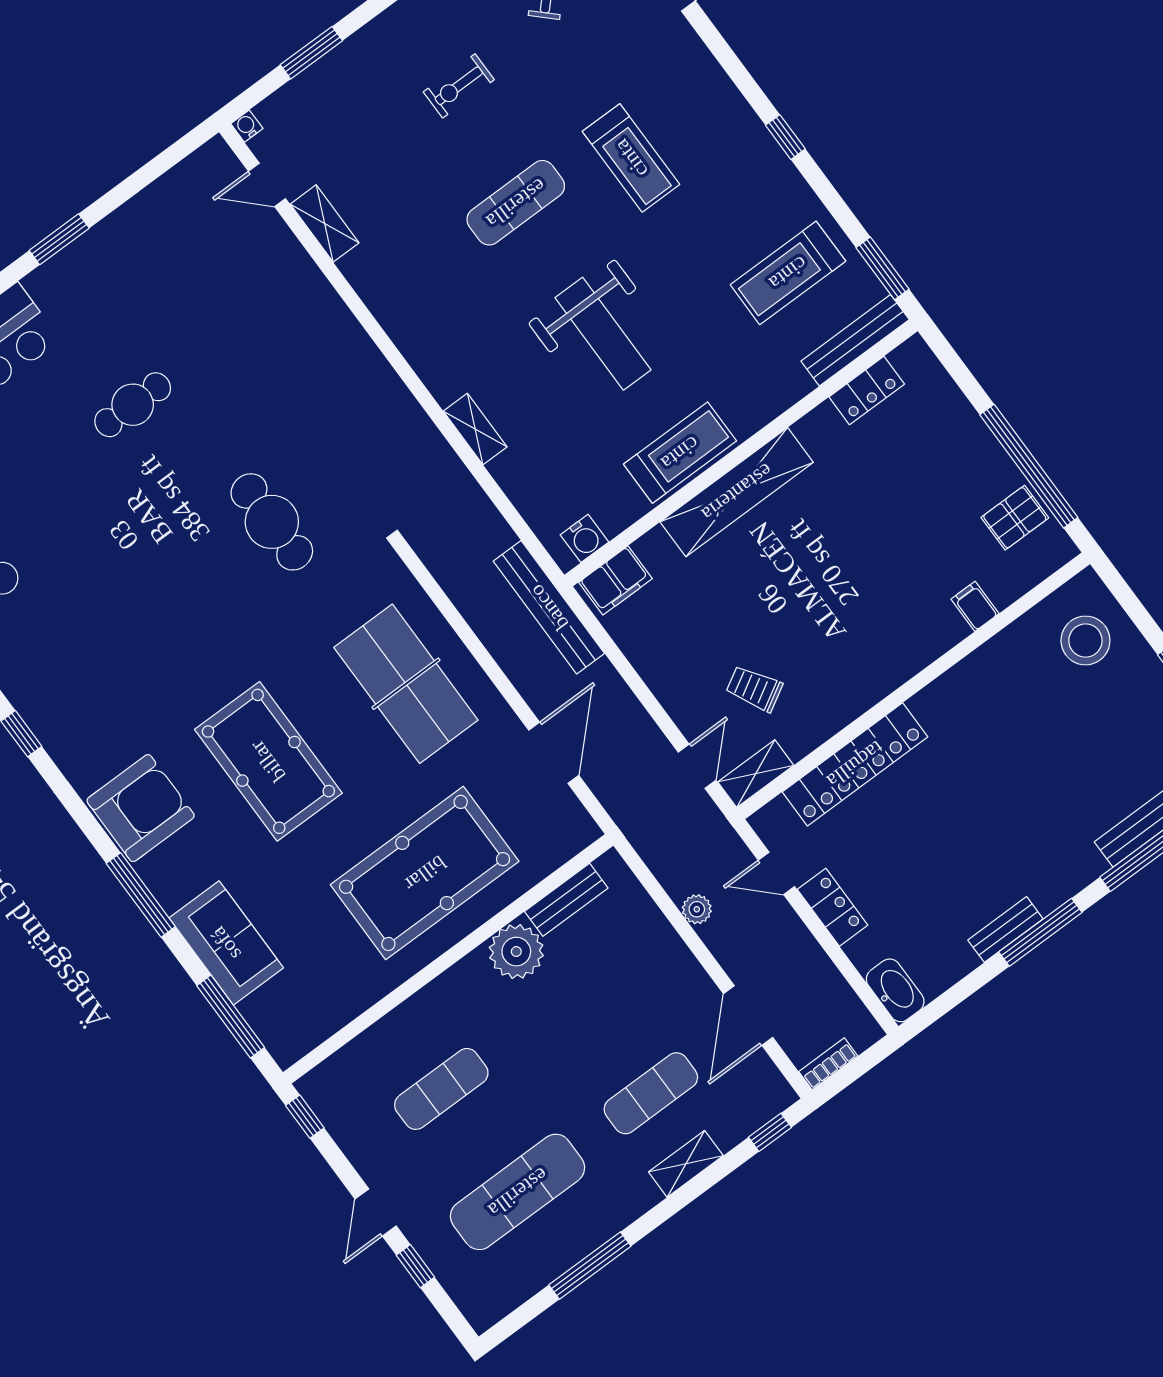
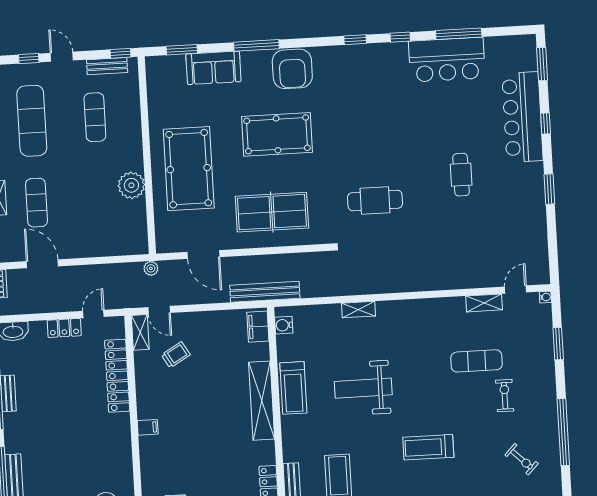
exercise mat: (516, 203) -> (476, 361), moved, turned 90
filing cabinet: (975, 606) -> (148, 427), moved
bench: (566, 900) -> (107, 66), moved, turned 90
plant: (697, 909) -> (151, 268), moved
window: (231, 1016) -> (182, 50), width x0.69

